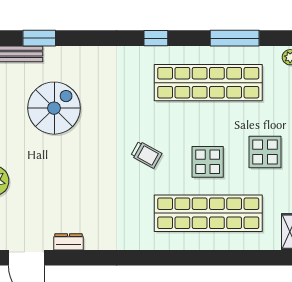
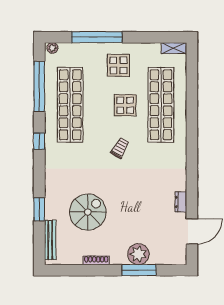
window: (39, 38) -> (39, 209), moved
window: (235, 38) -> (39, 86), width x1.46
spiral stairs: (54, 108) -> (88, 212), turned 90

